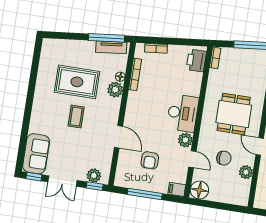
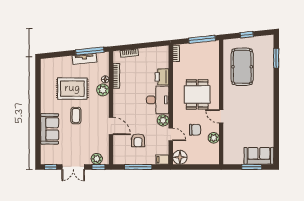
tv unit: (111, 47) -> (84, 59), moved
printer: (196, 61) -> (162, 77), moved
sofa: (36, 154) -> (50, 129), moved

